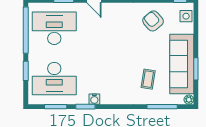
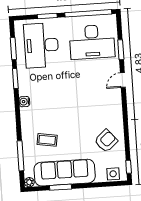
desk: (54, 28) -> (92, 42), turned 90
water cooler: (94, 99) -> (24, 102), moved

